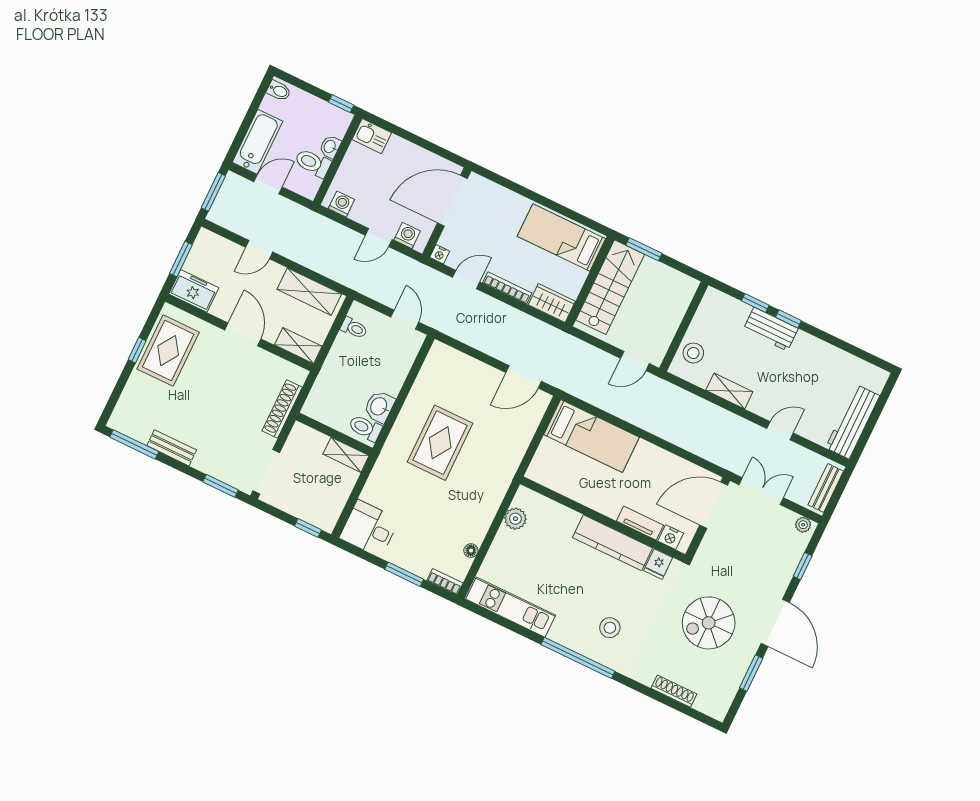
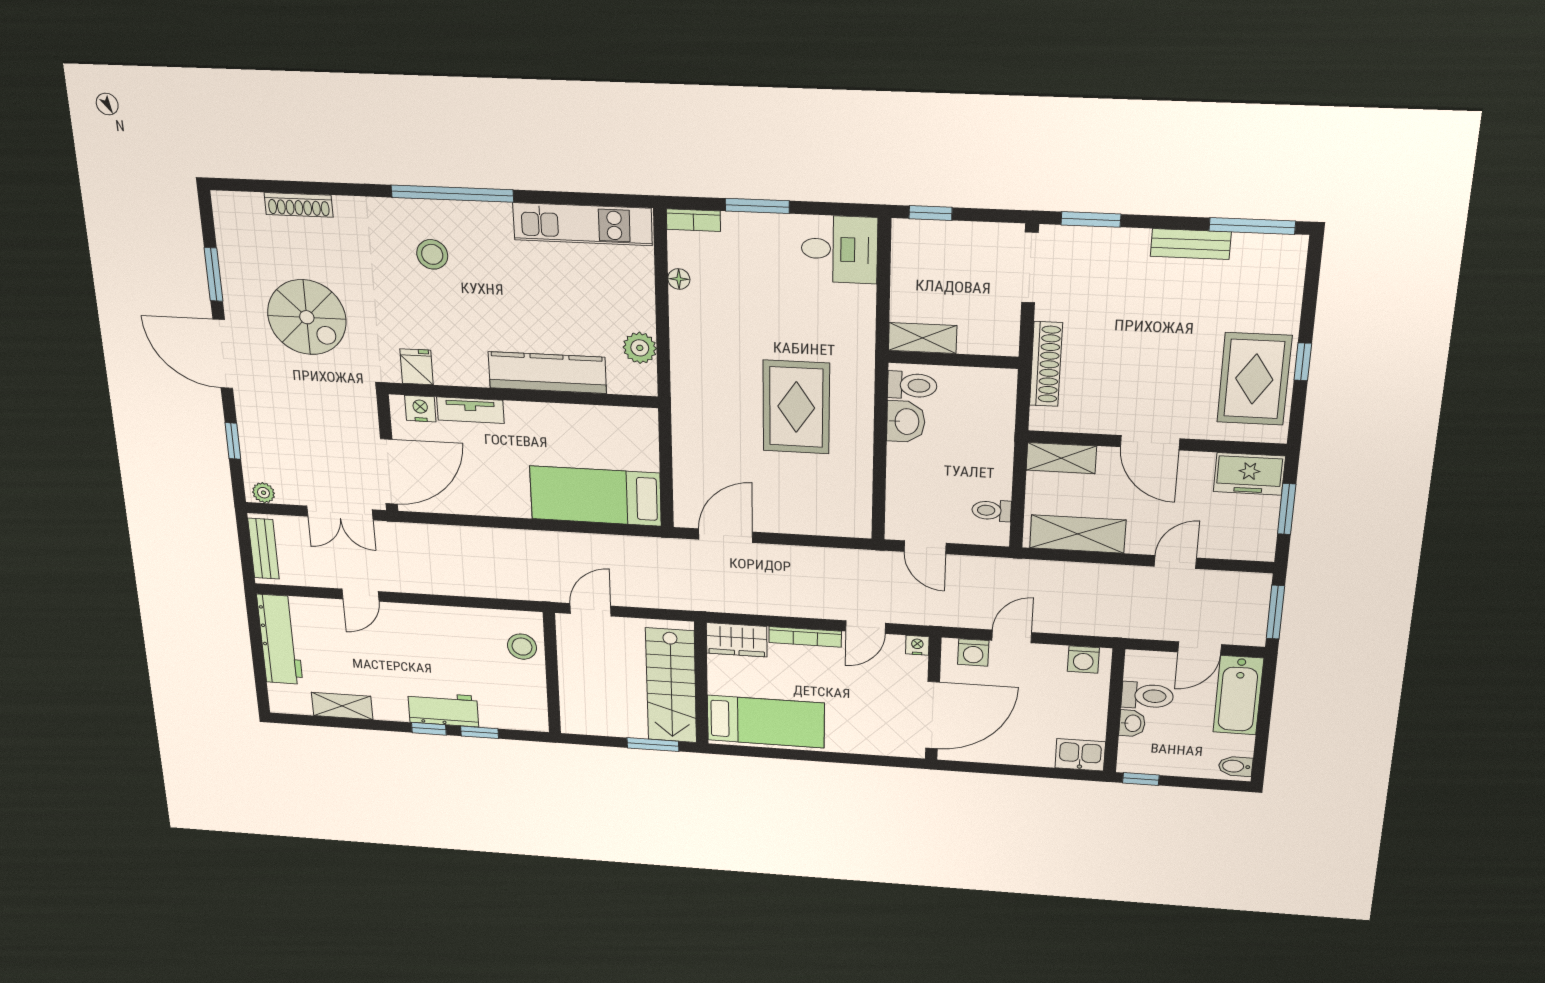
shelving: (729, 391) -> (342, 706), moved
kitchen counter: (612, 543) -> (547, 373), moved
spiral stairs: (709, 623) -> (307, 317), turned 90

